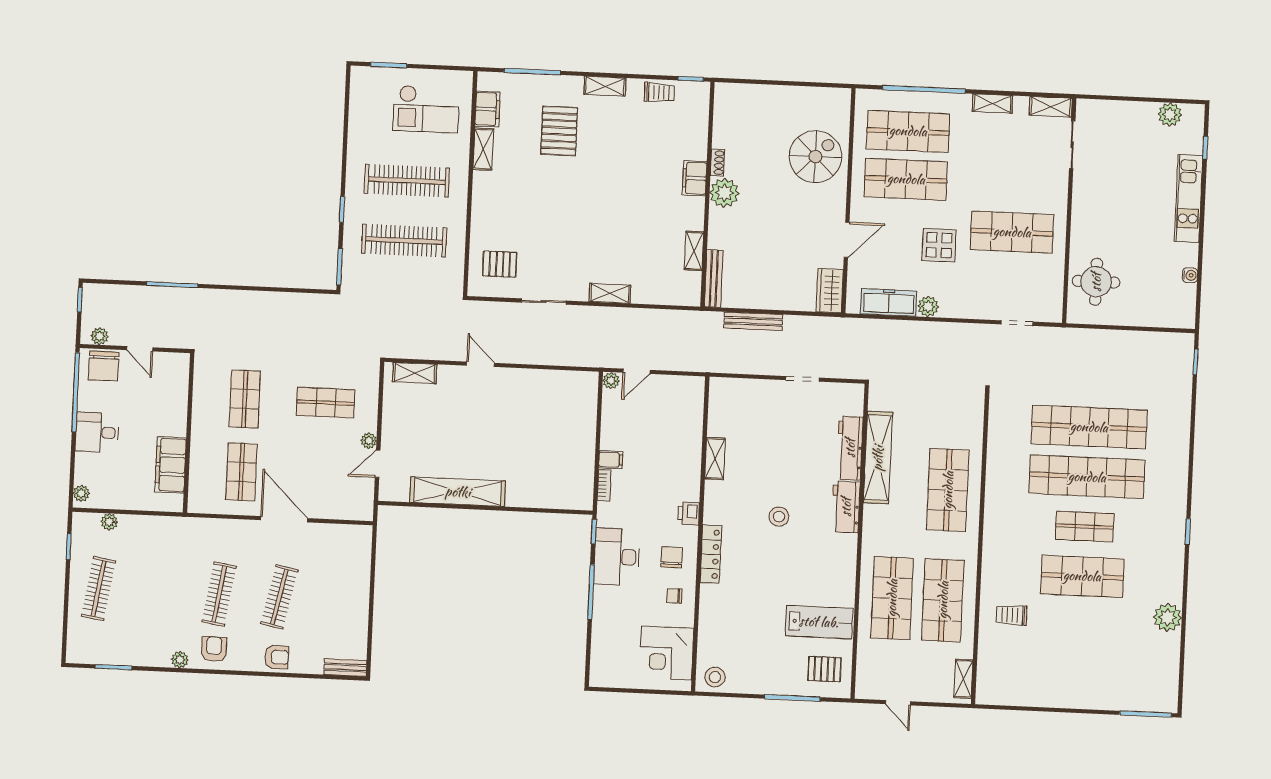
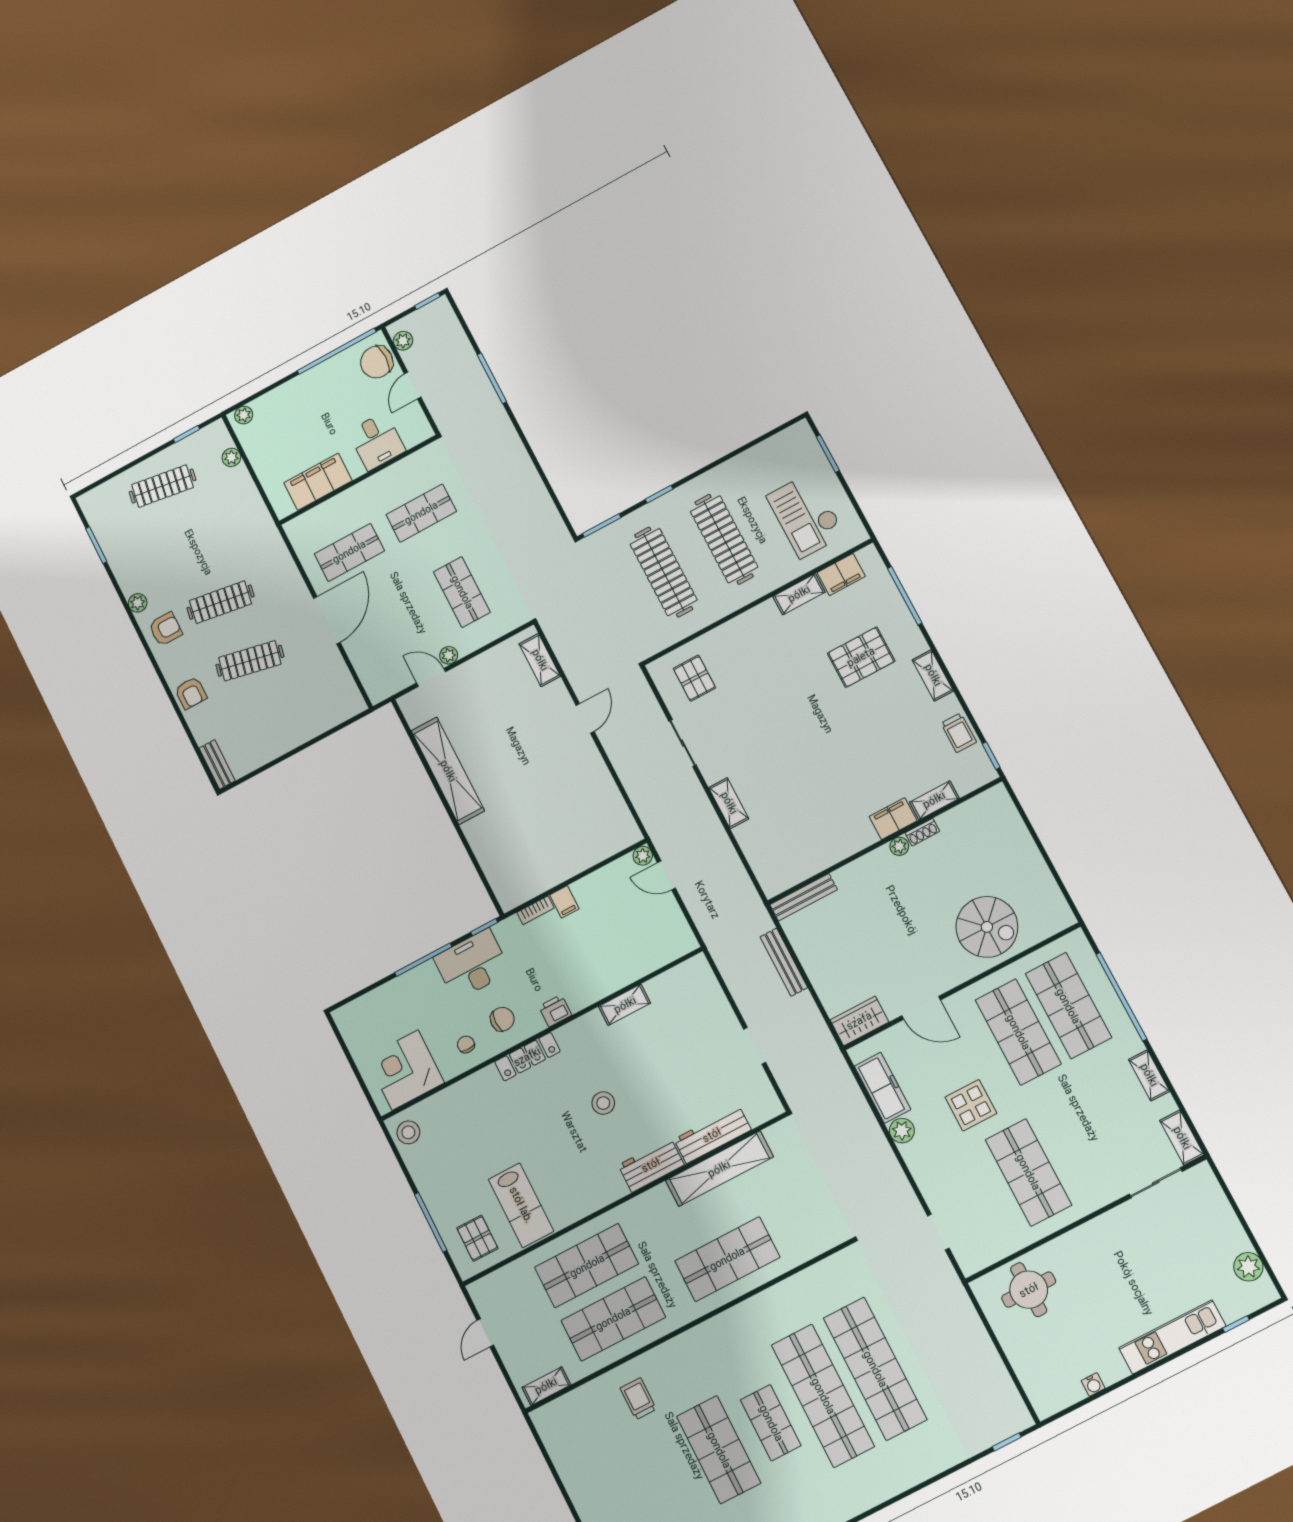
plant: (724, 193) -> (899, 846), width x0.53, depth x0.53
shelving: (694, 251) -> (934, 800), moved
desk: (97, 432) -> (377, 441), moved, turned 180

